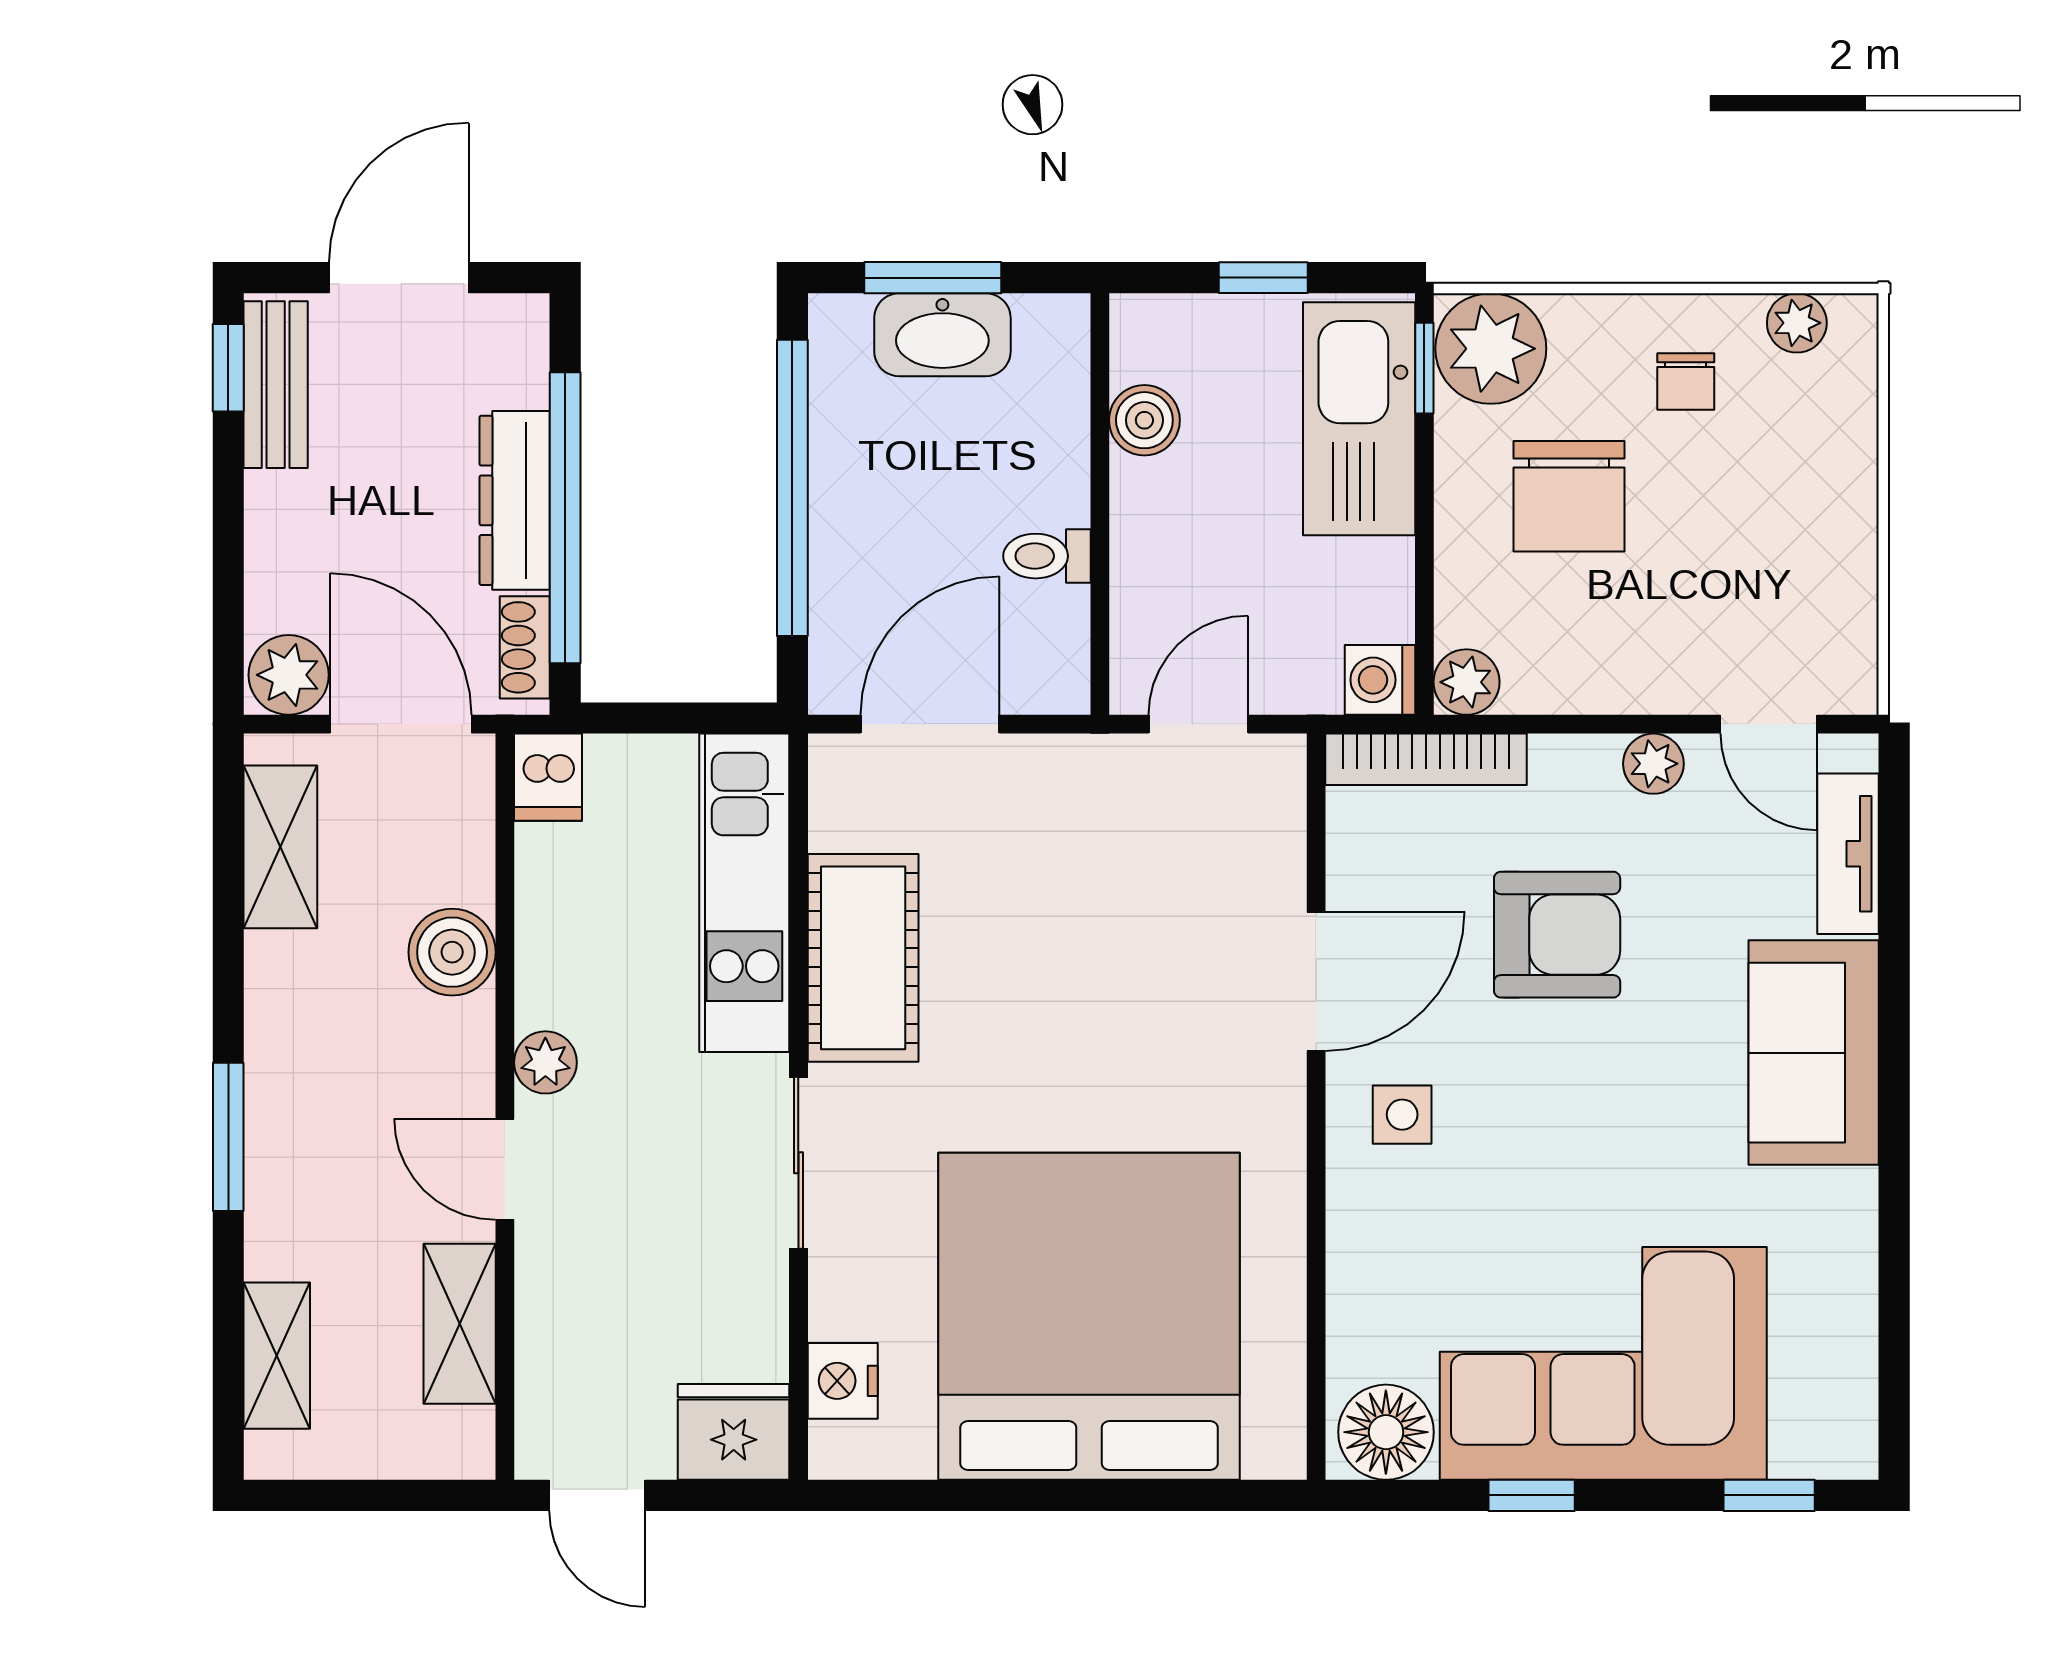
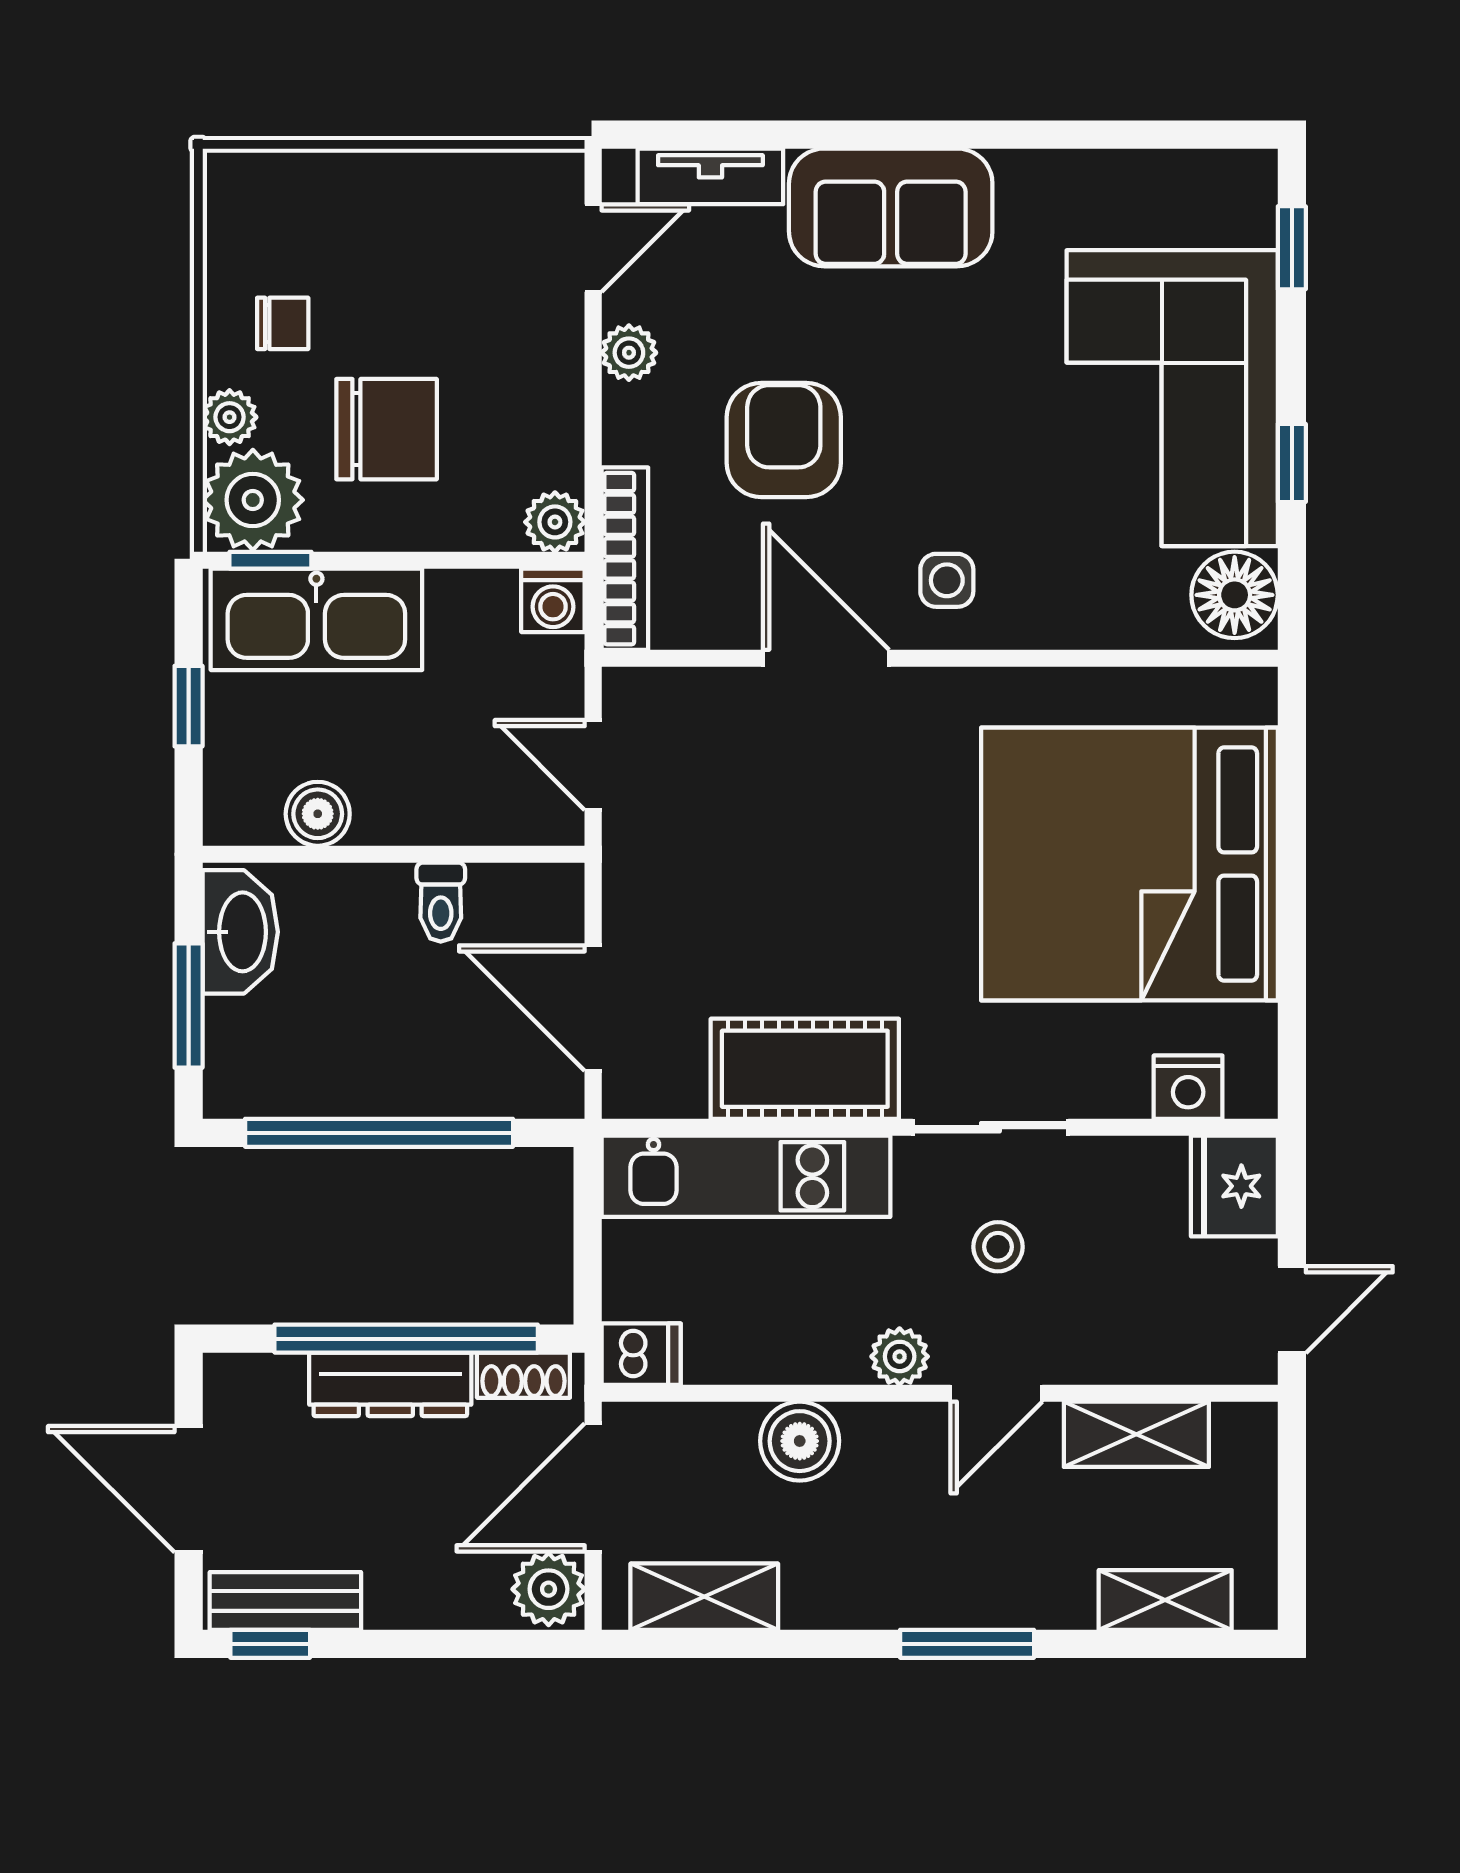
plant: (1797, 323) -> (230, 417), moved
washbasin: (942, 335) -> (240, 932), moved
stool: (667, 1171) -> (998, 1247), added

